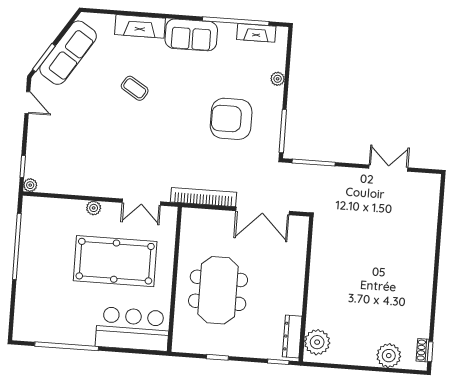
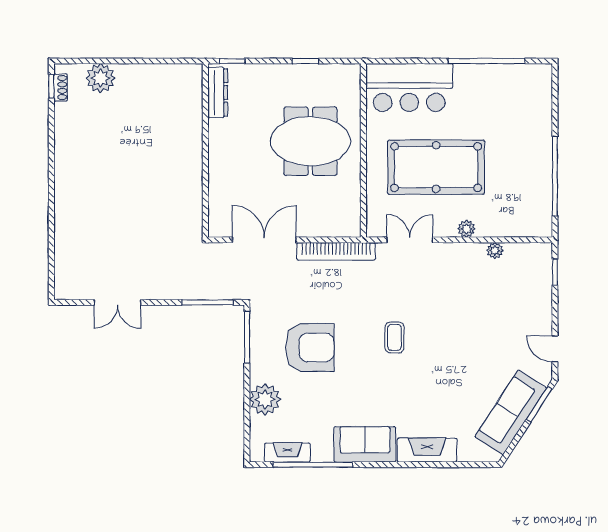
plant: (278, 79) -> (265, 399), width x1.87, depth x1.87
coffee table: (135, 88) -> (394, 337), moved, turned 58
plant: (30, 185) -> (495, 251), moved
meeting table: (218, 290) -> (310, 141), turned 90
plant: (317, 342) -> (187, 88), removed

